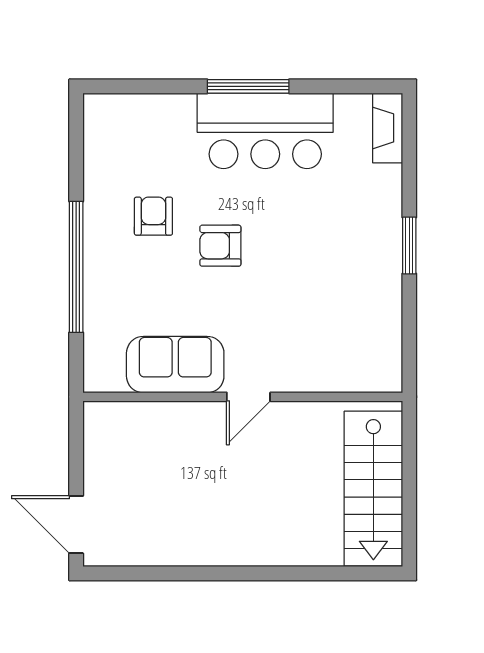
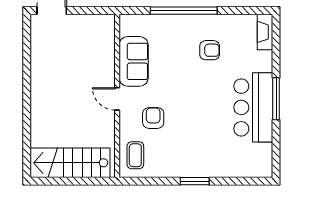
fireplace: (388, 128) -> (265, 32), moved, turned -90
armchair: (220, 246) -> (153, 118), moved
coffee table: (359, 361) -> (135, 155), added

